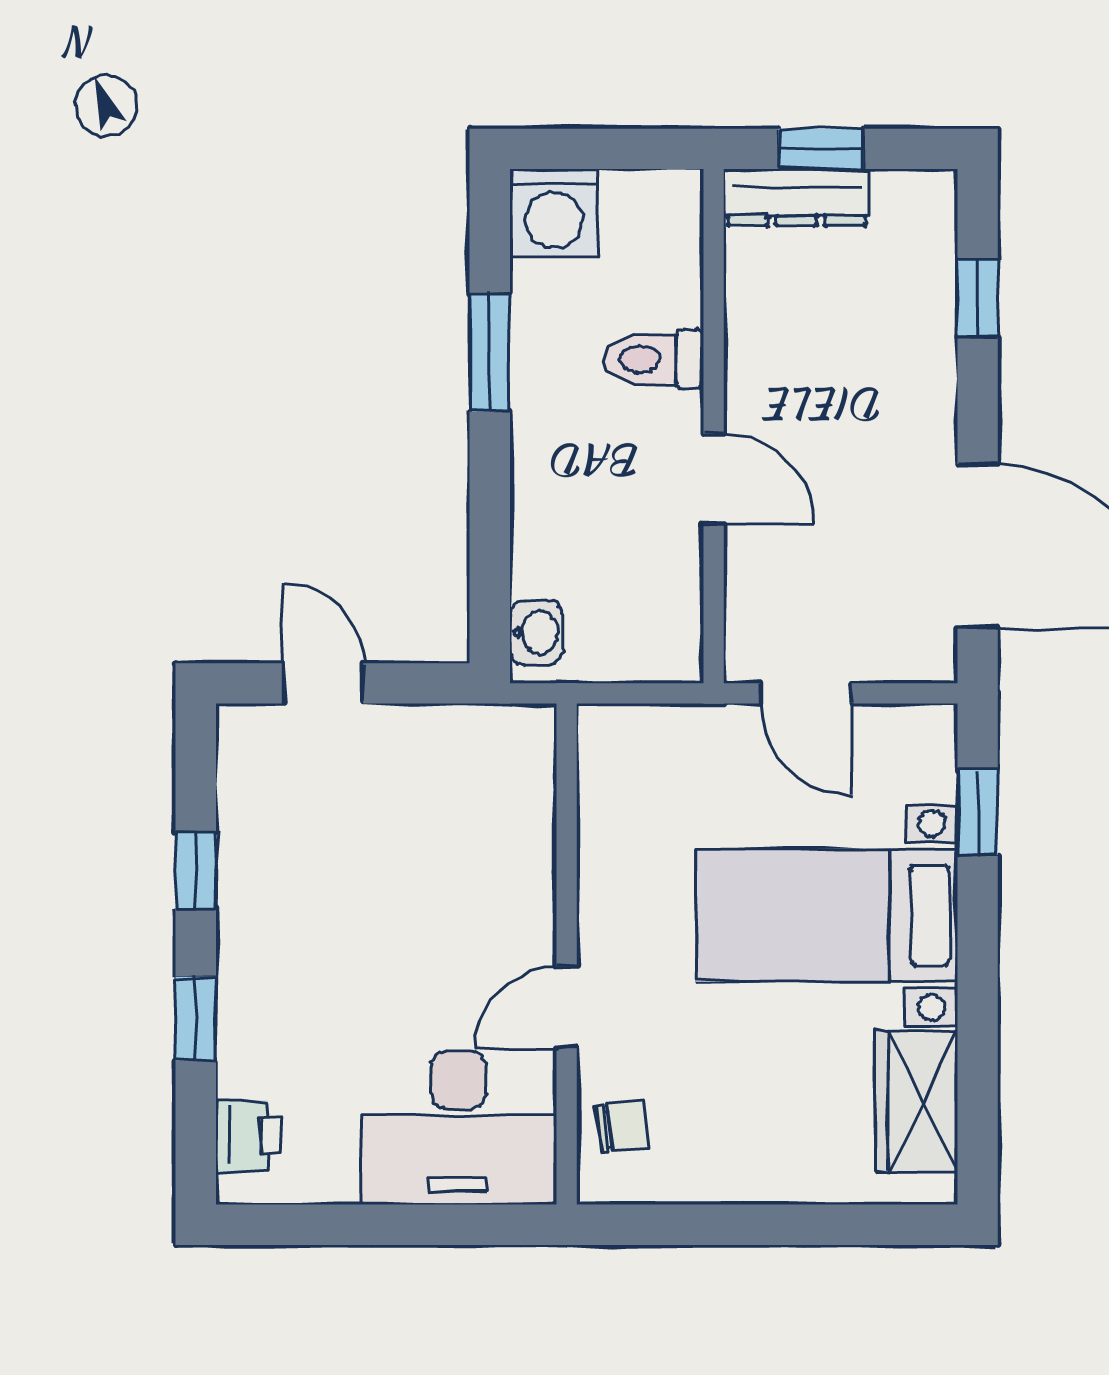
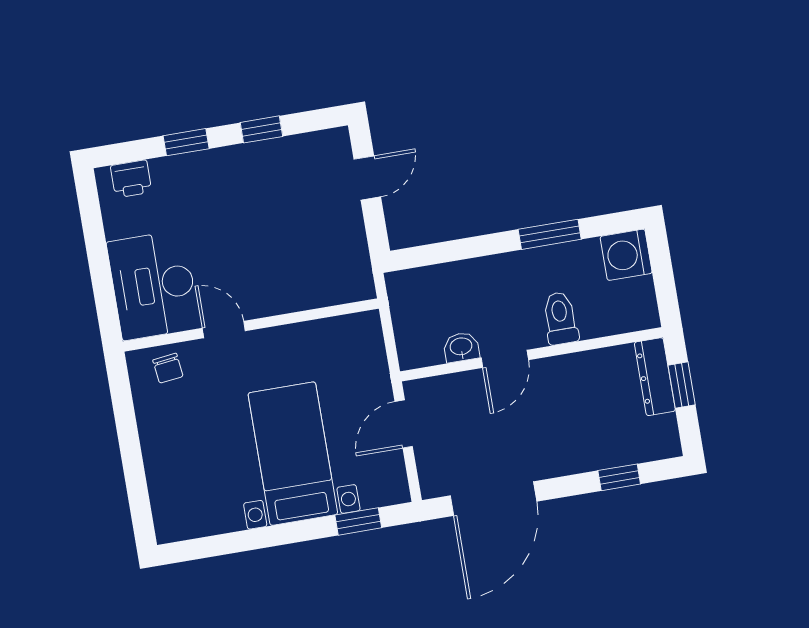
washbasin: (536, 633) -> (461, 347), moved, turned 180
wardrobe: (917, 1102) -> (206, 515), removed

